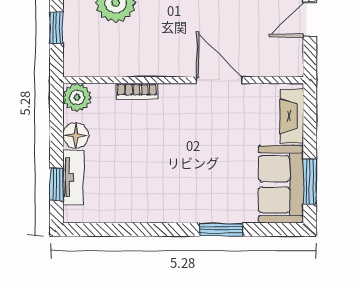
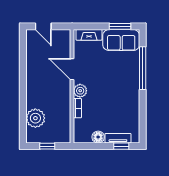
door: (219, 80) -> (72, 69), hinge flipped
plant: (77, 97) -> (80, 91), moved
window: (221, 229) -> (143, 68), width x2.11

